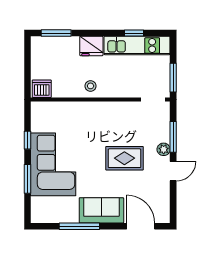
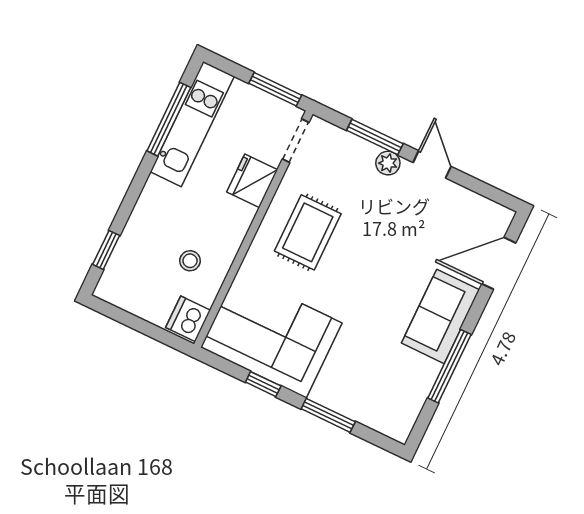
window: (56, 33) -> (106, 250), width x0.67
window: (134, 33) -> (169, 119), width x2.17
fridge: (91, 46) -> (252, 181), moved, turned 180
stool: (91, 86) -> (190, 261), moved
rug: (124, 158) -> (308, 232), moved
corner sofa: (53, 164) -> (271, 335), moved

